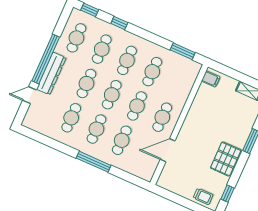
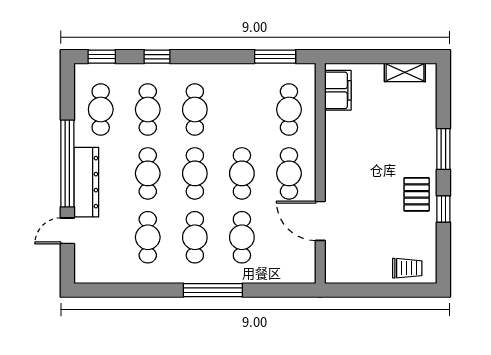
cafe table: (152, 72) -> (289, 109), moved
filing cabinet: (211, 79) -> (338, 90), width x2.00
door: (168, 150) -> (320, 221), hinge flipped
pallet: (226, 159) -> (417, 194), width x0.67, depth x0.71
window: (228, 194) -> (443, 209), moved

